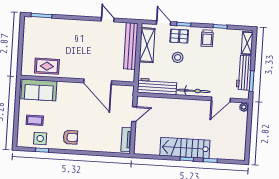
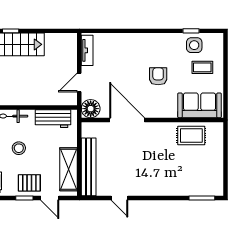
stool: (178, 57) -> (19, 148), moved
workbench: (157, 86) -> (53, 119), width x0.73
floor lamp: (126, 93) -> (91, 109), added
armchair: (70, 137) -> (158, 76), moved, turned 90

